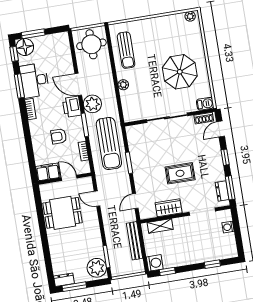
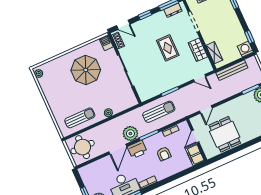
sun lounger: (109, 144) -> (159, 112), width x0.73, depth x0.75

